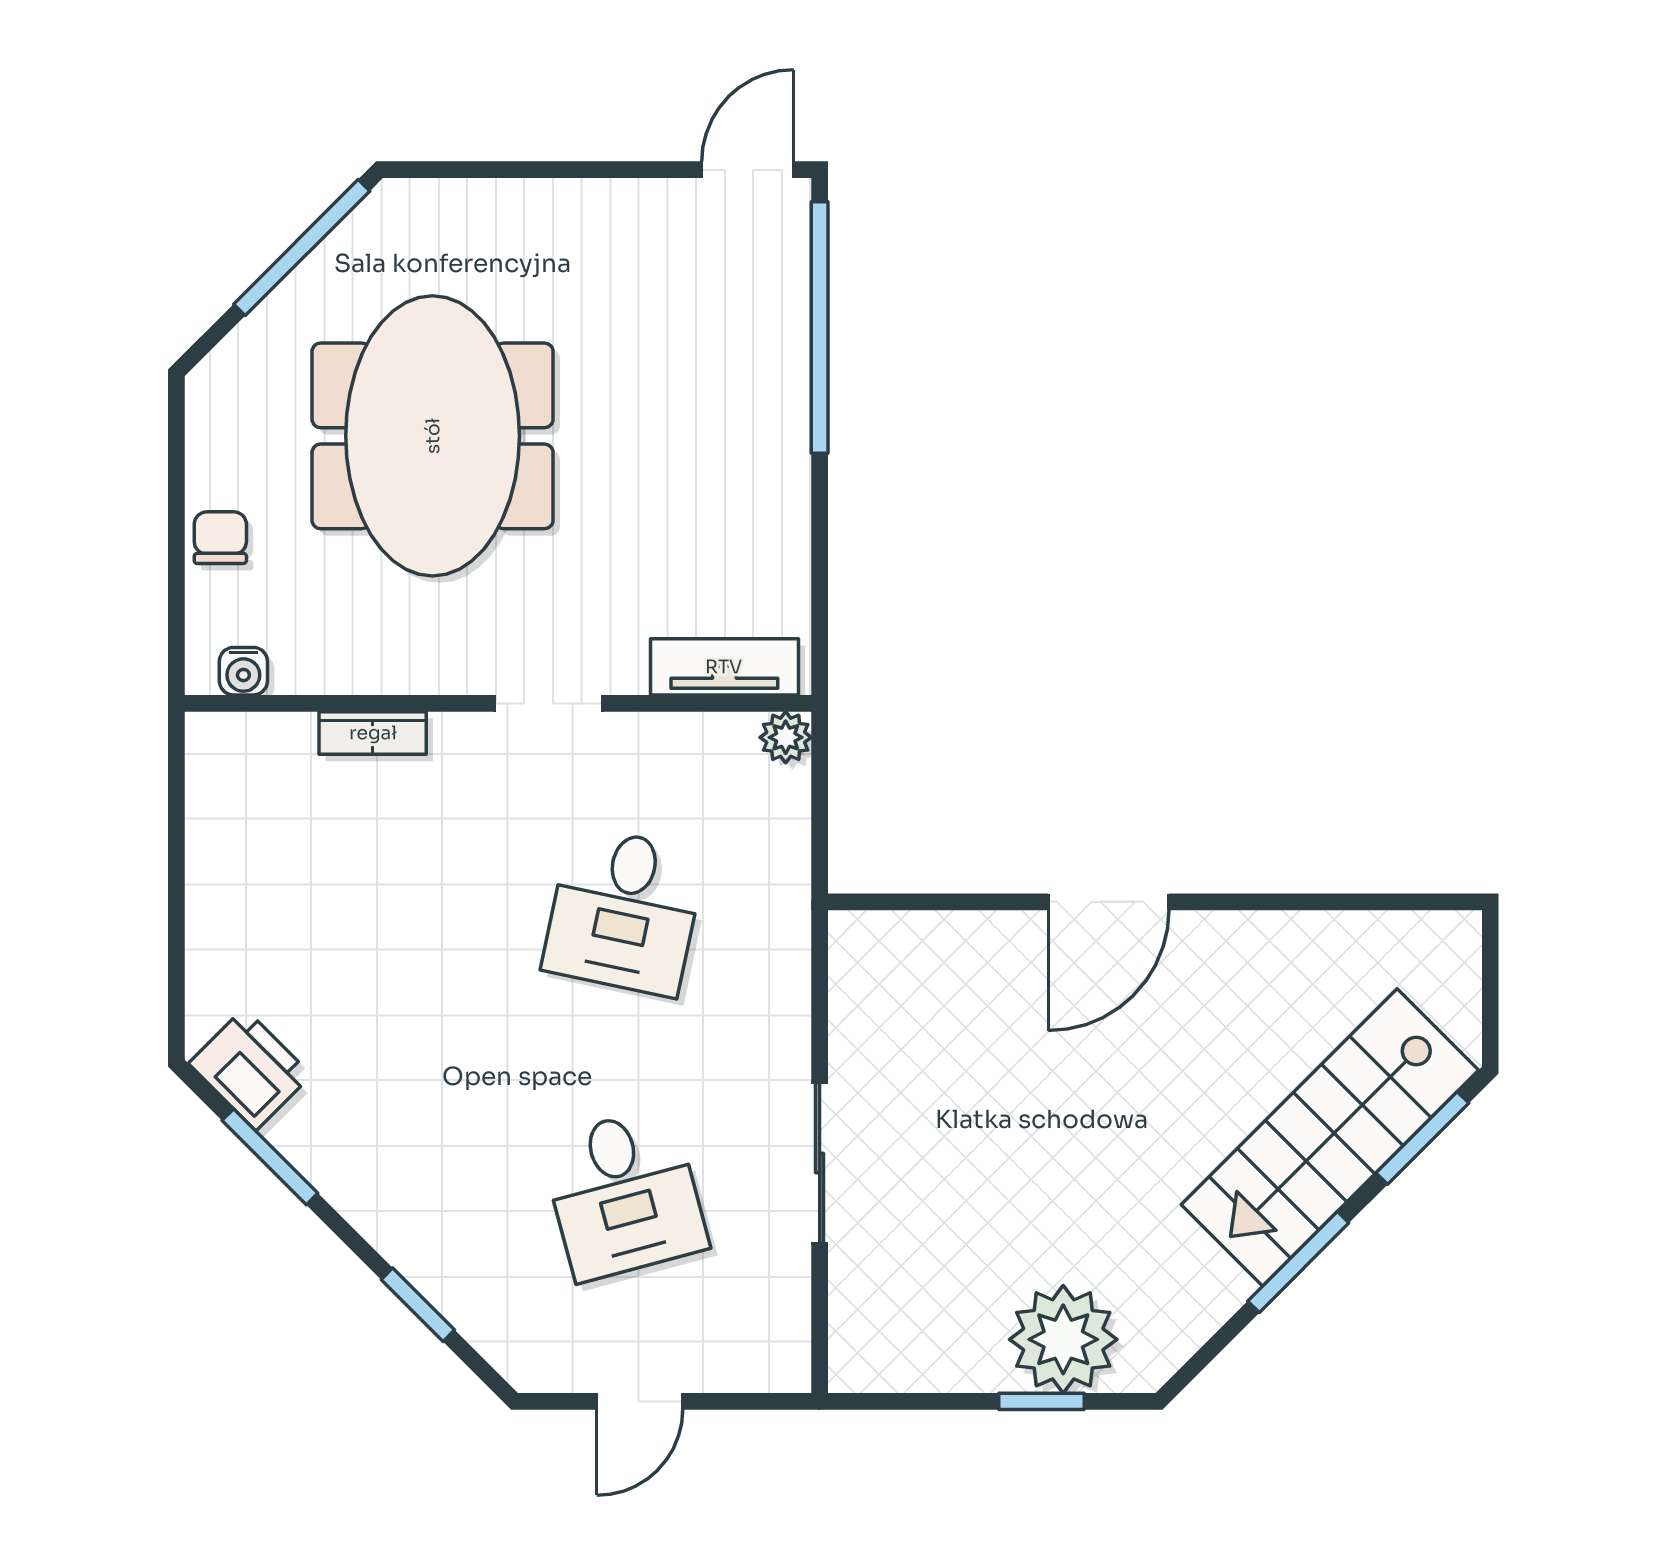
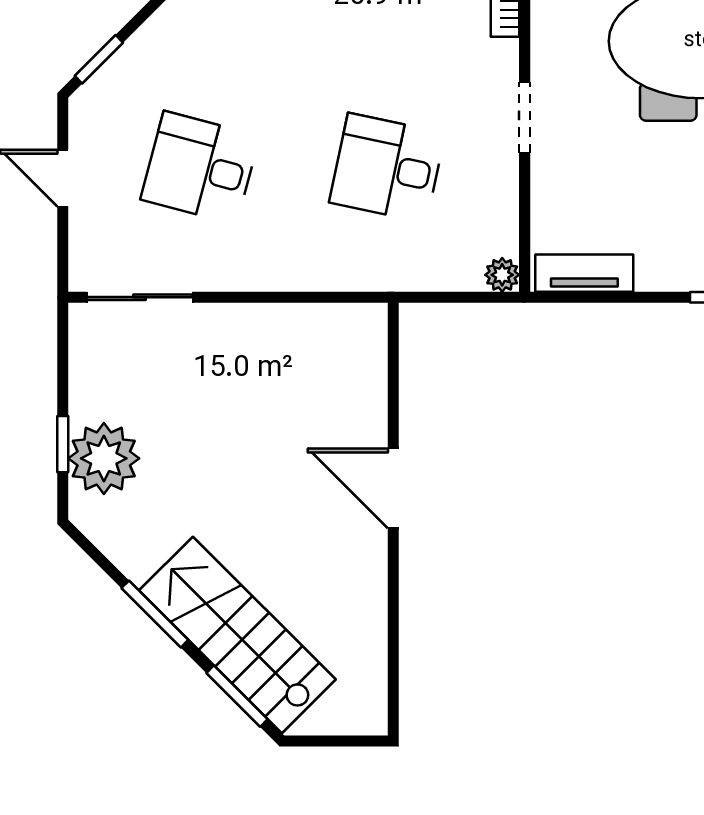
tv unit: (724, 667) -> (584, 273), moved, turned -90
sliding door: (820, 1163) -> (140, 297), moved
desk: (624, 1194) -> (200, 168), turned 30
window: (418, 1305) -> (99, 59), moved

